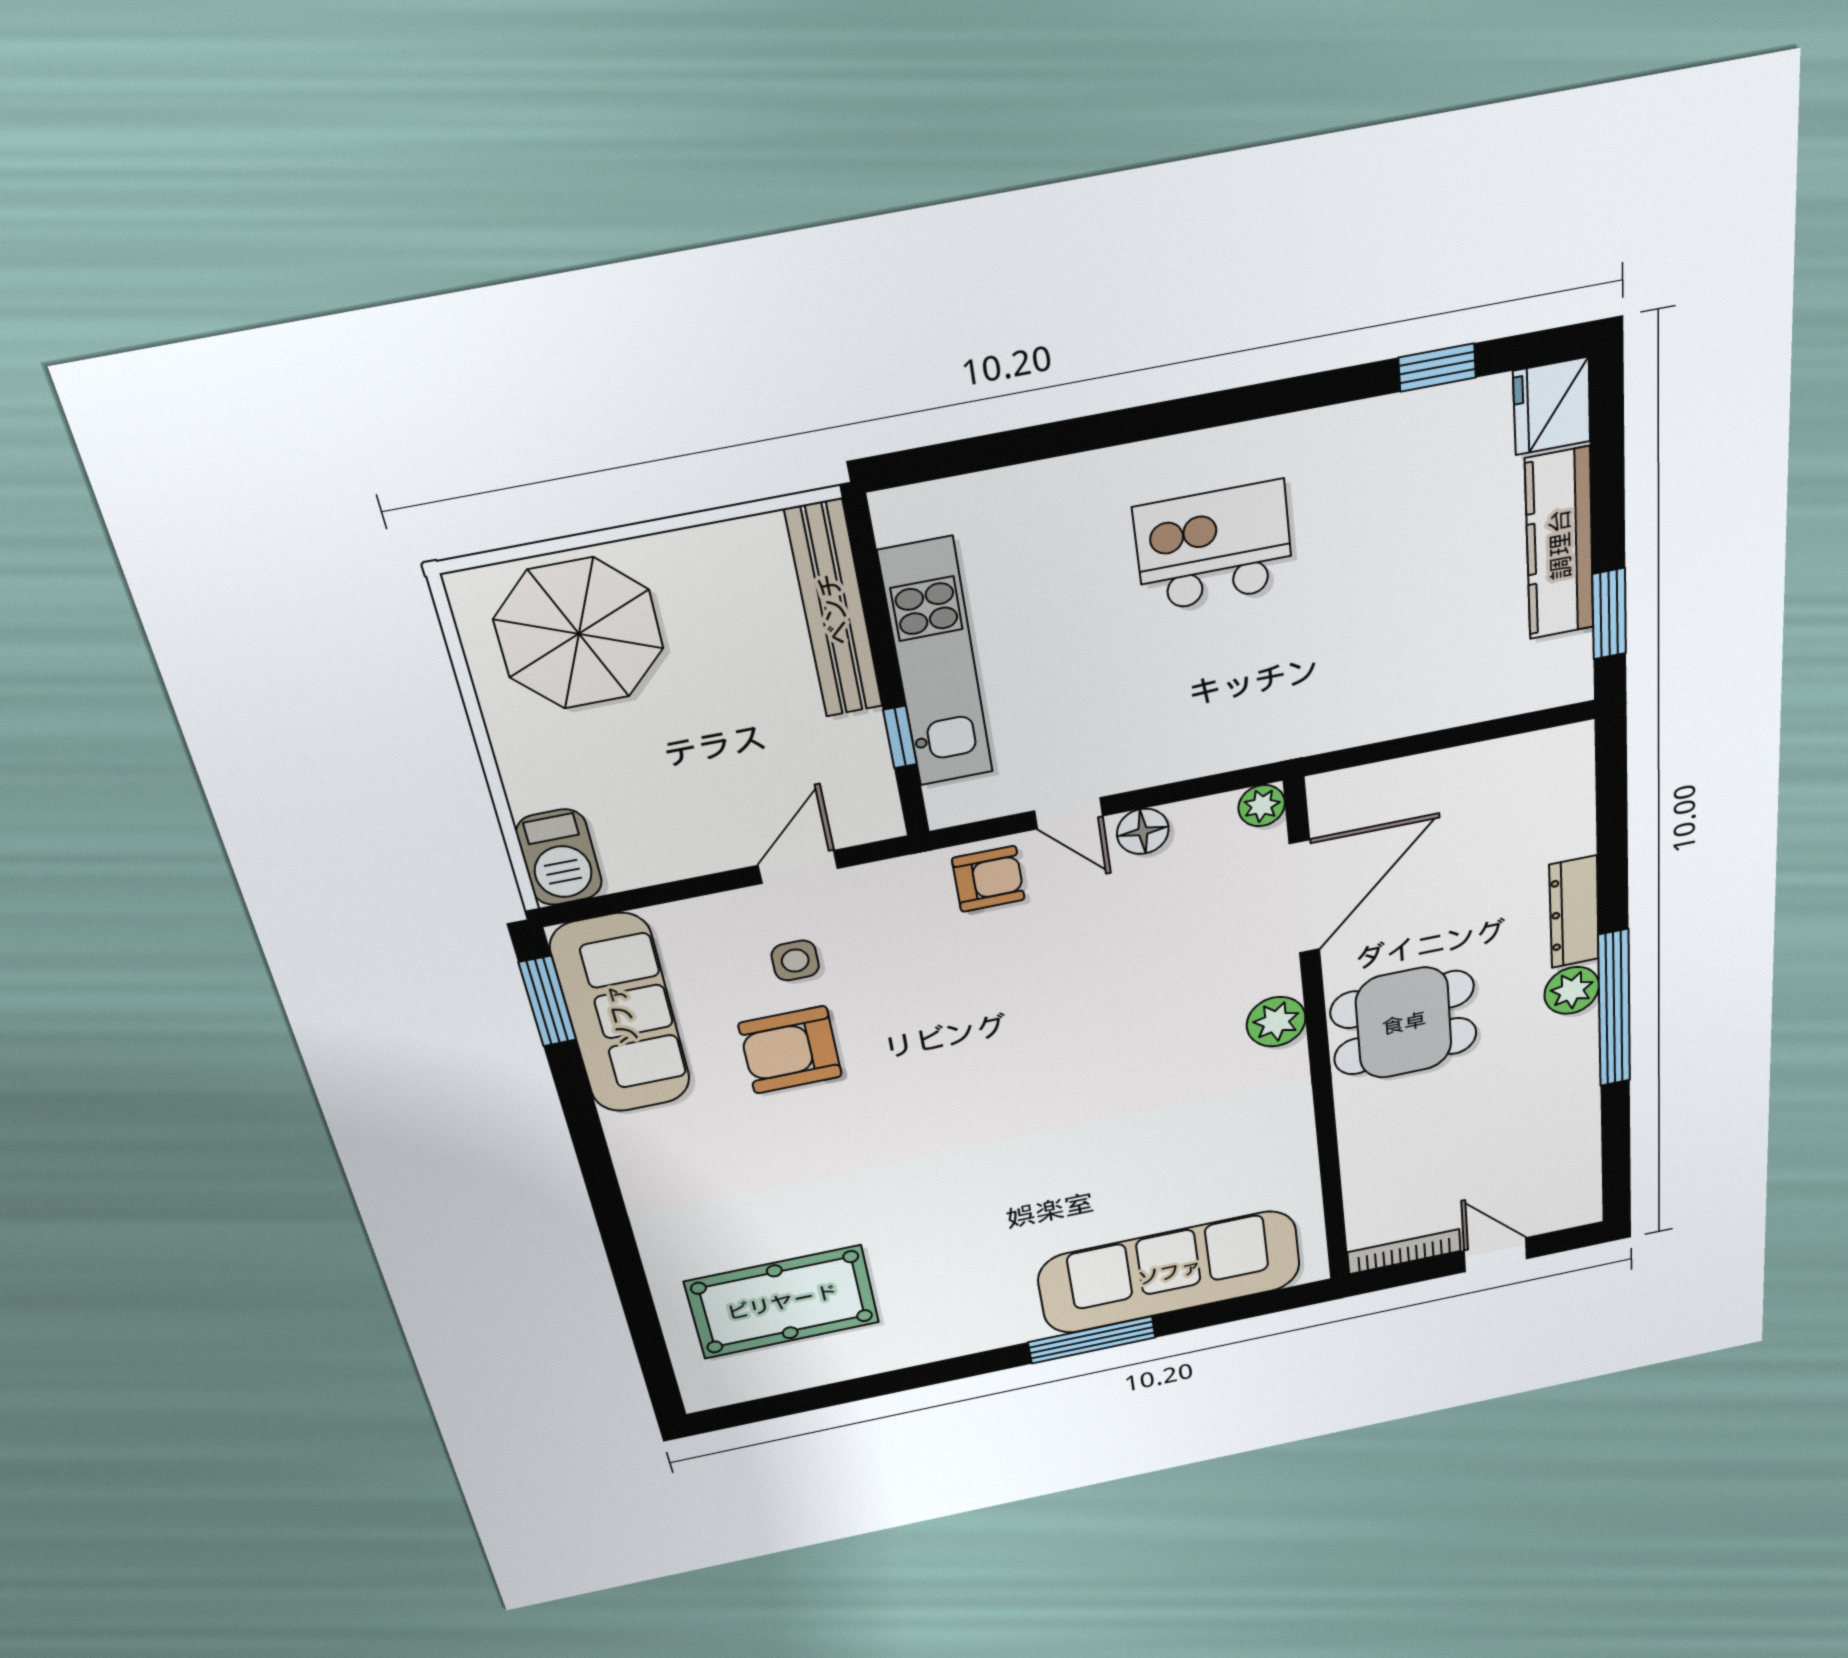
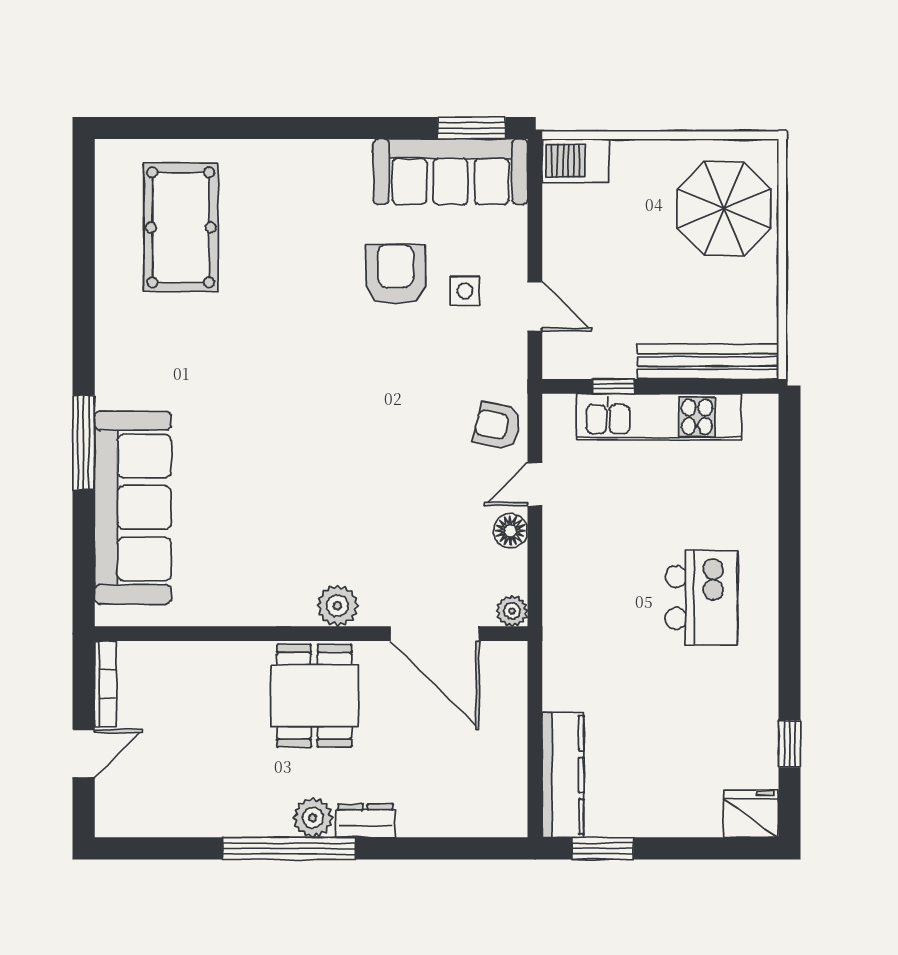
kitchen counter: (1560, 544) -> (563, 775), moved, turned 90
armchair: (988, 879) -> (498, 426), turned 102
dresser: (1574, 912) -> (365, 821), width x0.70

